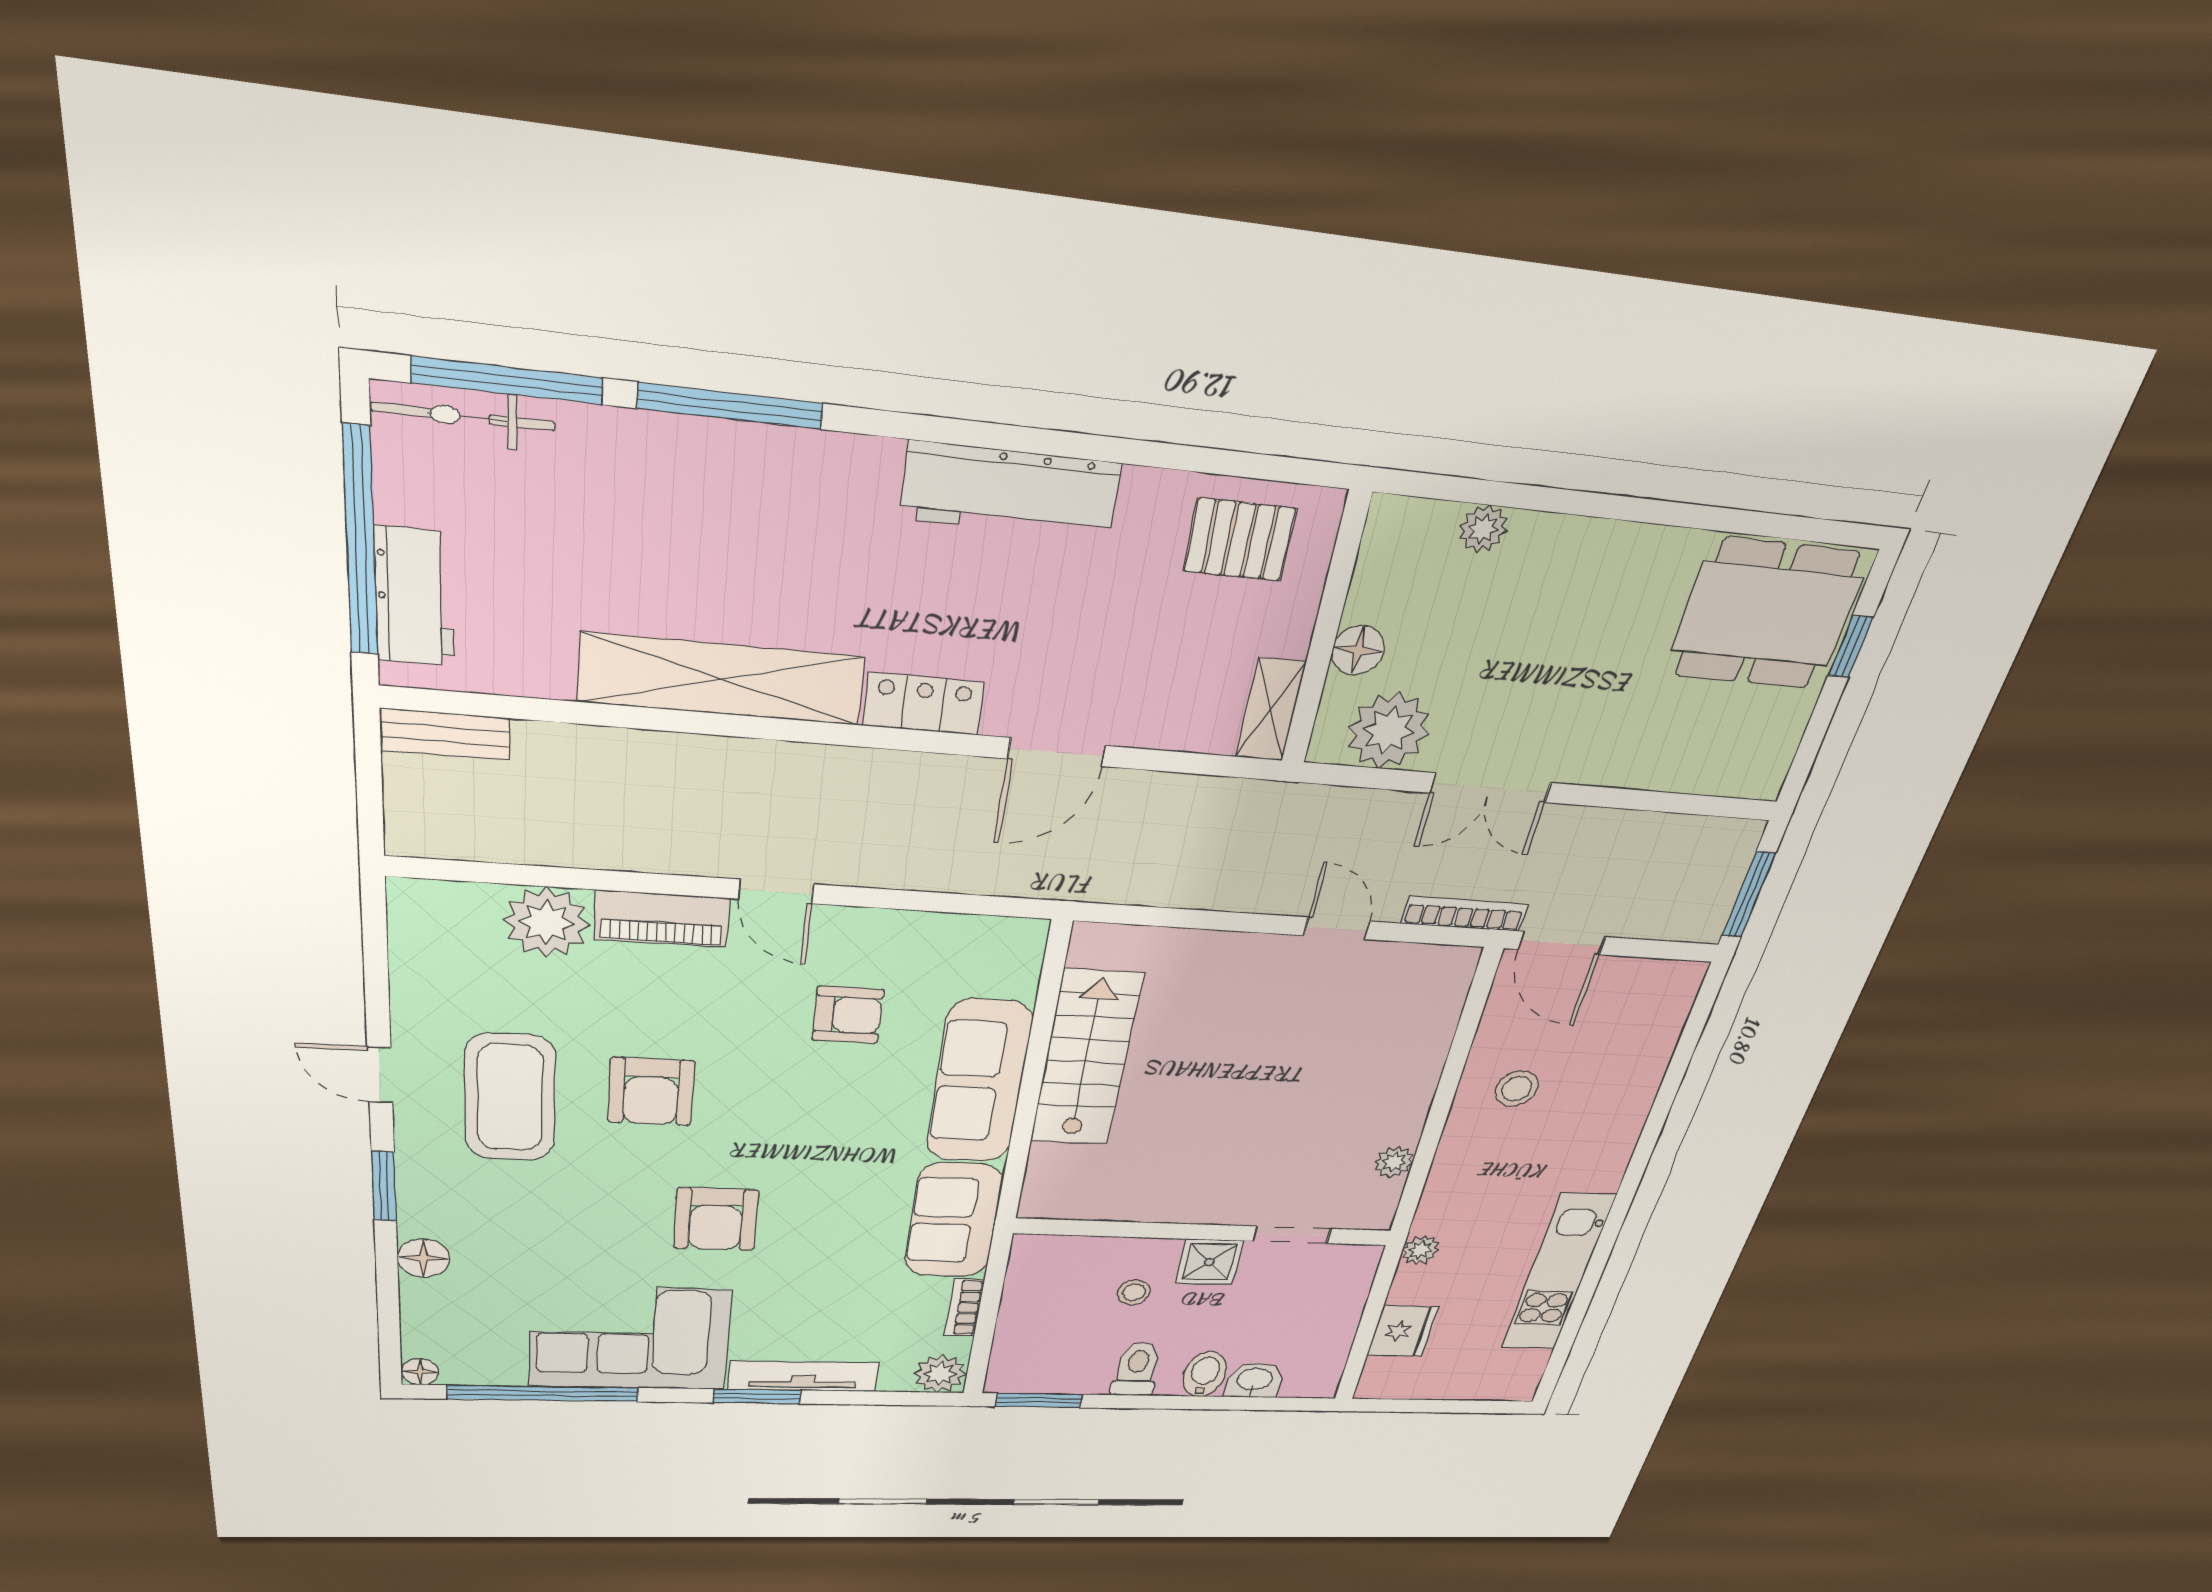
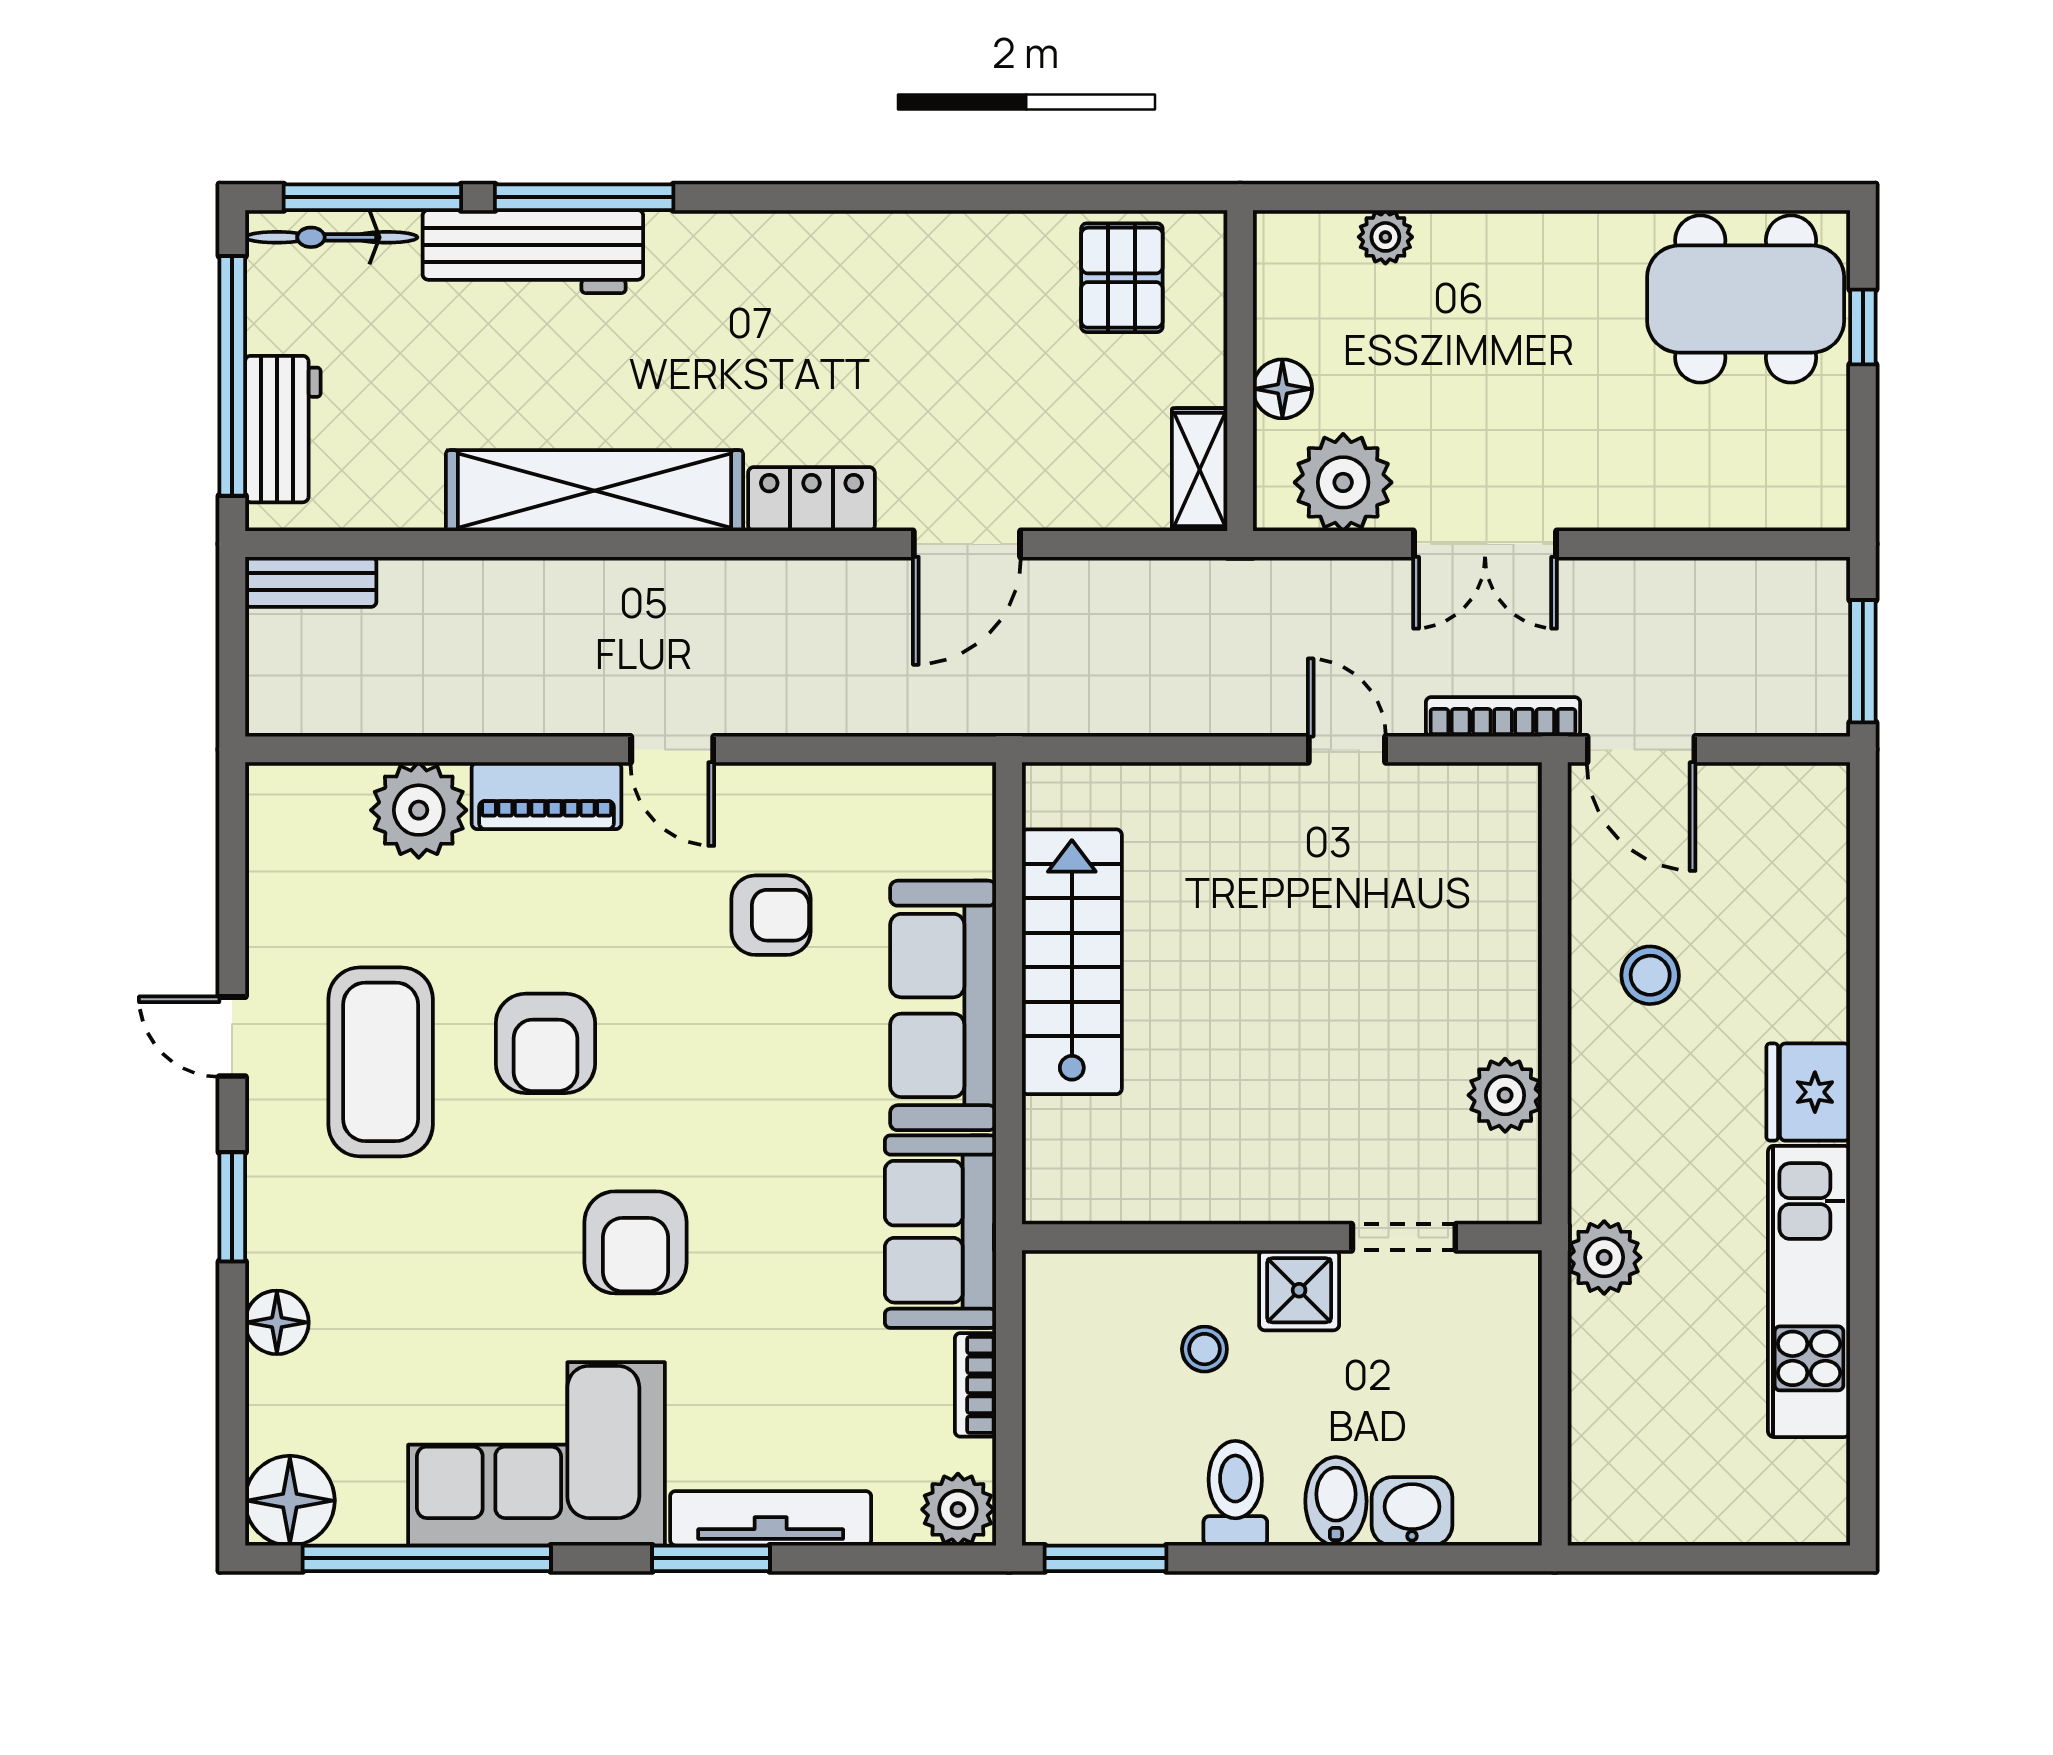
workbench: (1011, 491) -> (533, 252), moved
pallet: (1240, 540) -> (1122, 278), turned 90
plant: (1394, 1162) -> (1505, 1095), width x1.38, depth x1.38
plant: (1420, 1250) -> (1604, 1257), width x1.38, depth x1.38
fridge: (1403, 1331) -> (1808, 1092), moved, turned 180
floor lamp: (420, 1372) -> (290, 1501), width x1.89, depth x1.89

